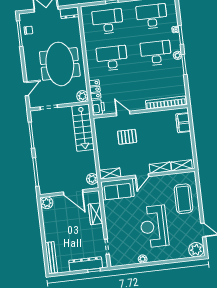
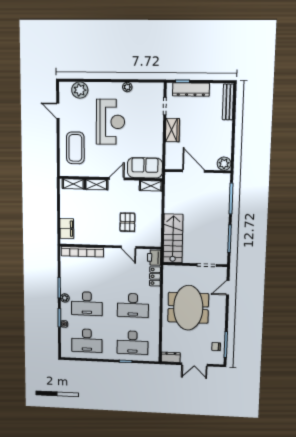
plant: (82, 96) -> (169, 271), removed
pallet: (127, 137) -> (127, 222), turned 90
plant: (92, 179) -> (171, 183), removed
wardrobe: (96, 214) -> (172, 130), moved
plant: (196, 250) -> (80, 90), moved

